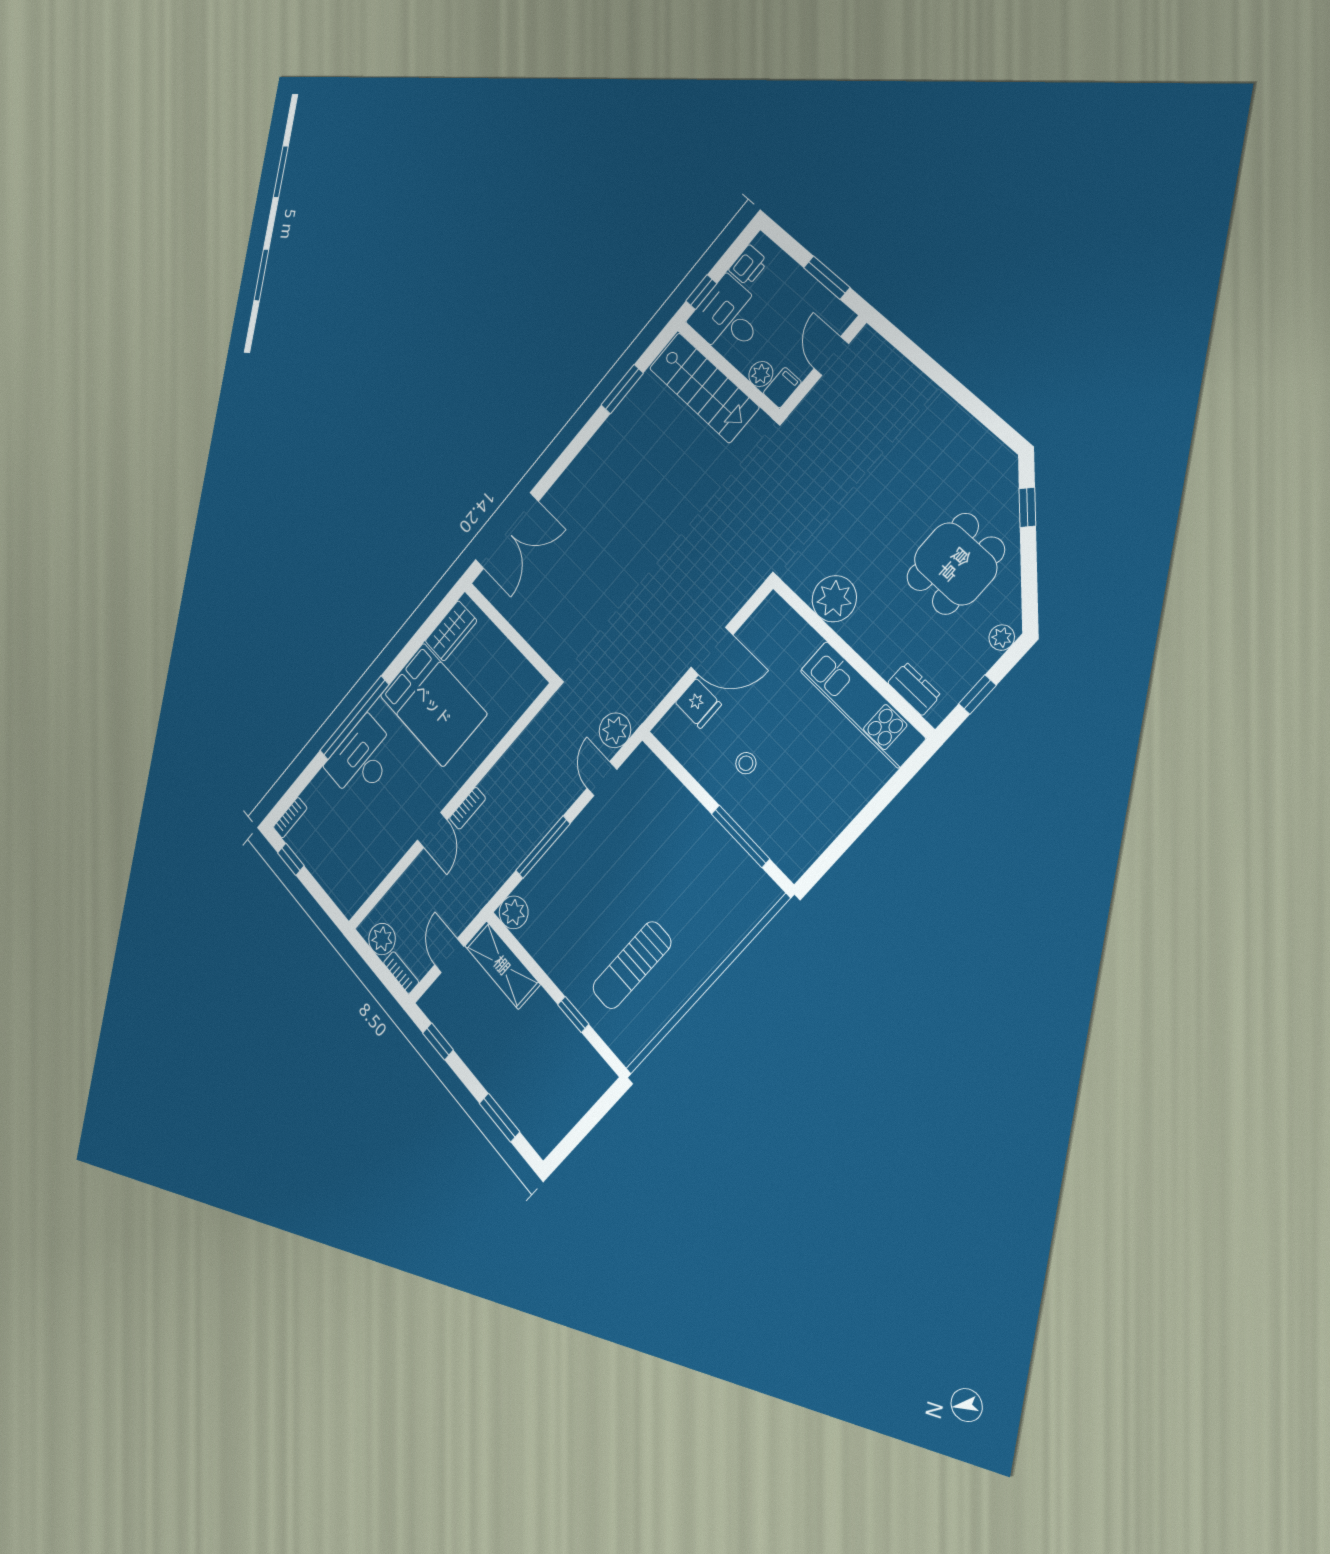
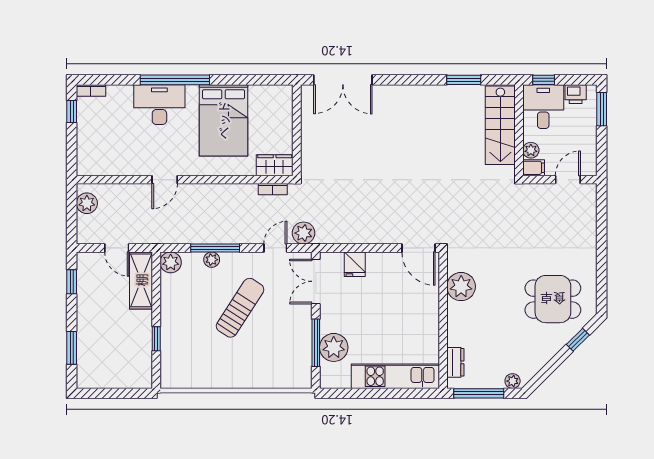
window: (827, 278) -> (602, 109), moved
dining table: (955, 564) -> (553, 299), moved
wardrobe: (451, 631) -> (275, 165), moved, turned 180
door: (712, 651) -> (418, 248), moved
window: (977, 694) -> (479, 393), width x2.17
kitchen unit: (862, 704) -> (395, 376), moved, turned 90
stool: (746, 763) -> (350, 314), removed
double door: (676, 768) -> (316, 281), added
bookcase: (468, 808) -> (273, 189), moved
plant: (764, 820) -> (334, 347), added
plant: (551, 864) -> (212, 260), added
door: (449, 956) -> (117, 248), swing flipped
sun lounger: (632, 965) -> (240, 308), moved, turned 123
bookcase: (401, 973) -> (82, 230), removed

